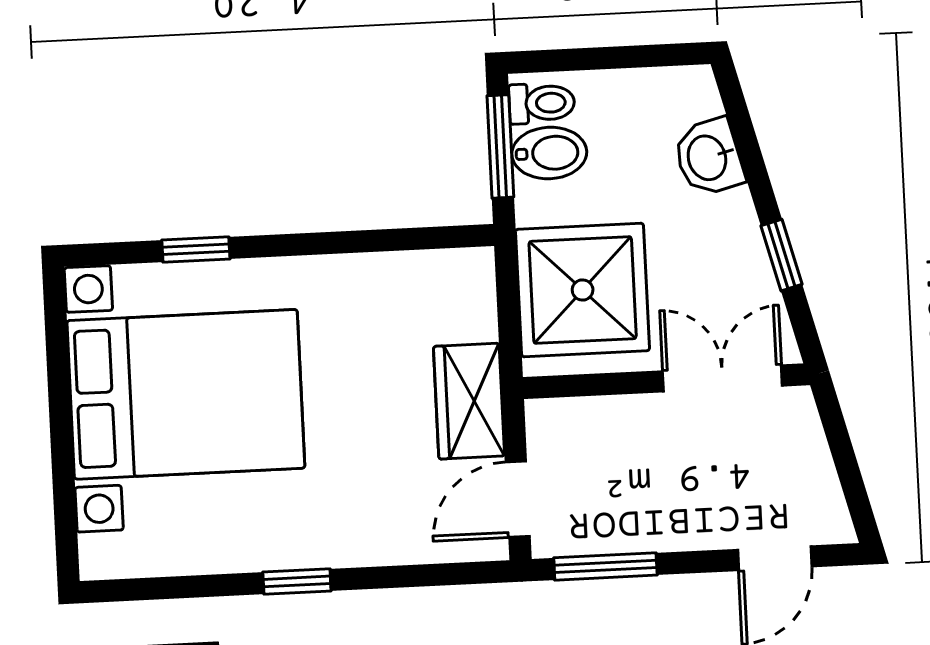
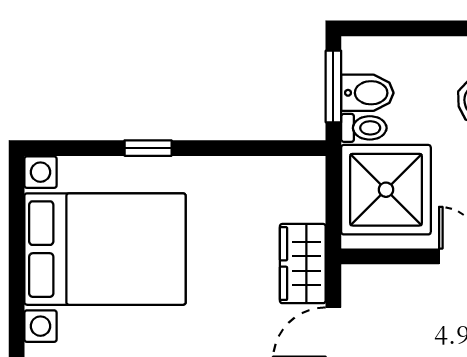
toilet: (542, 103) -> (364, 128), moved
window: (196, 249) -> (148, 148), moved

